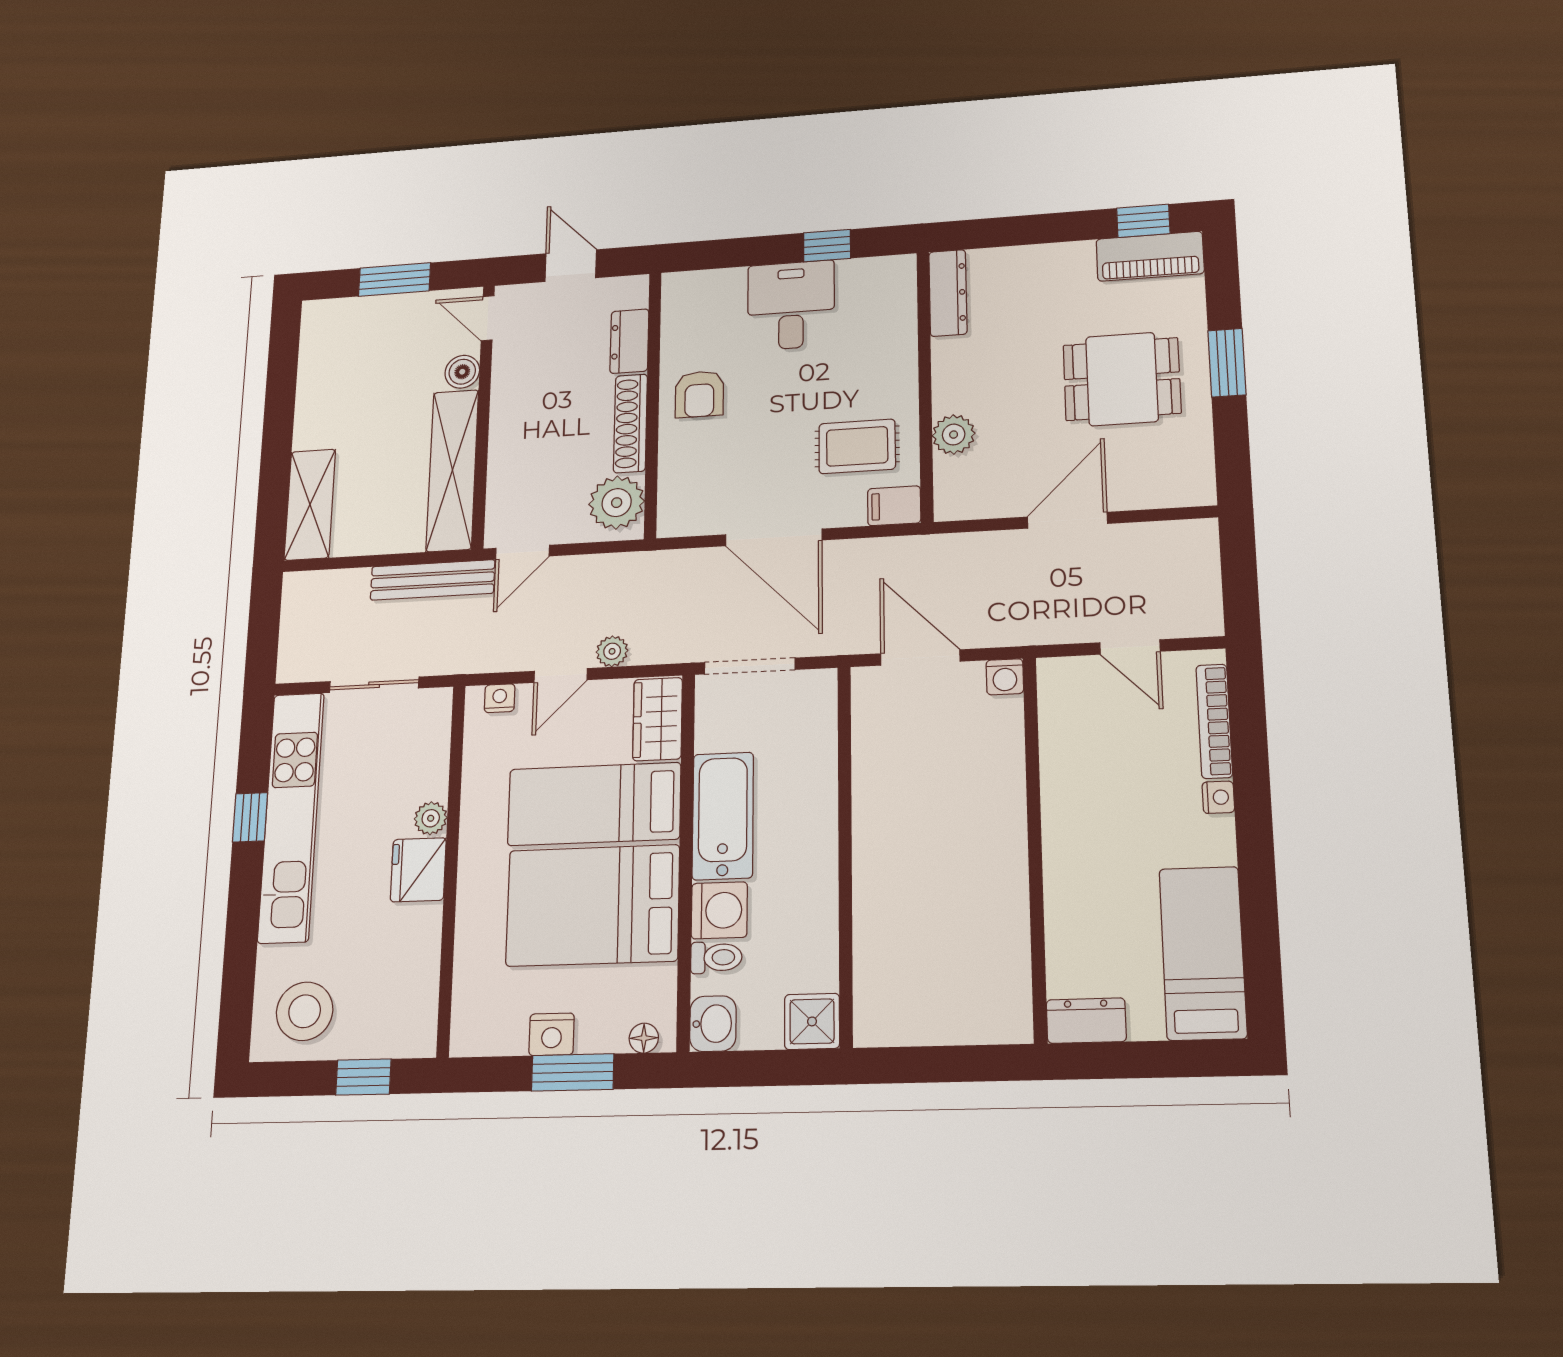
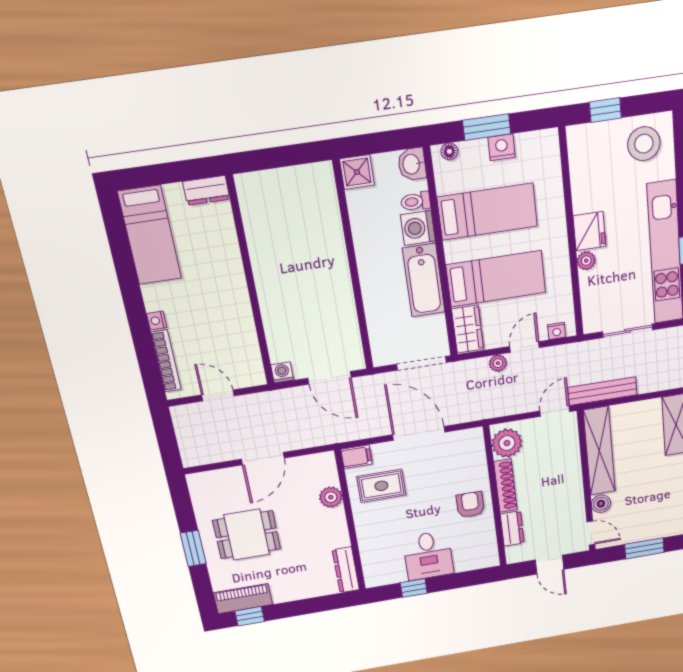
bed: (593, 905) -> (487, 212), width x0.67

